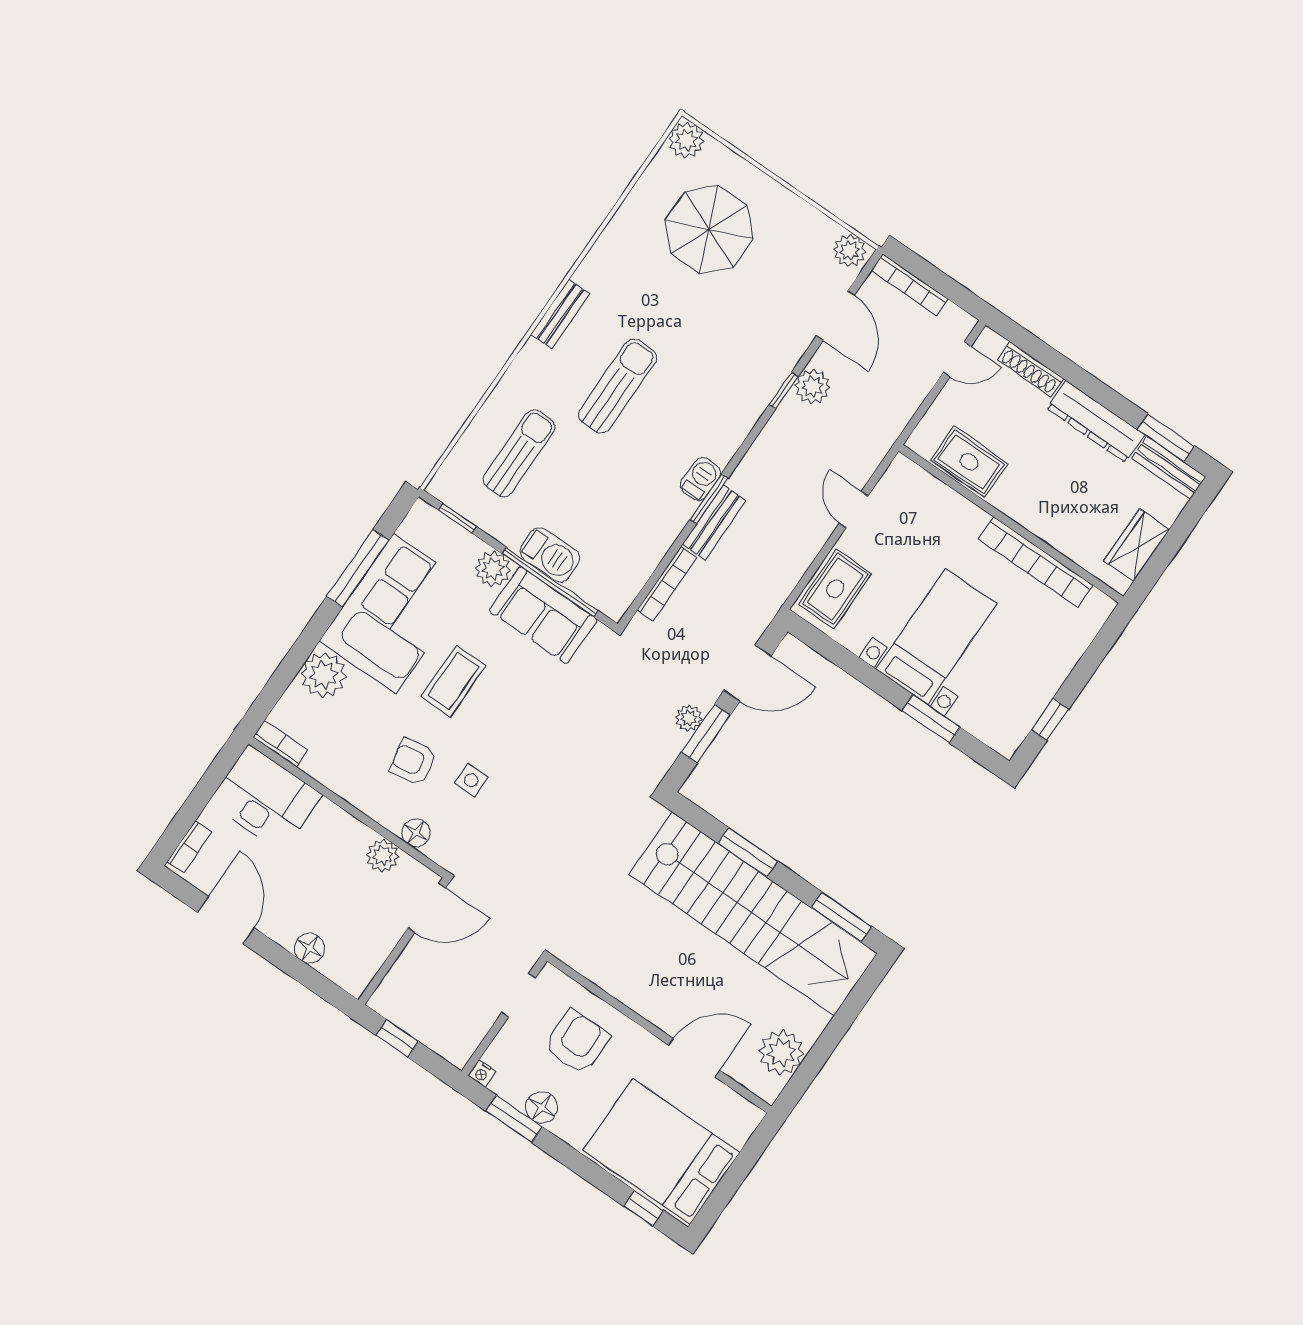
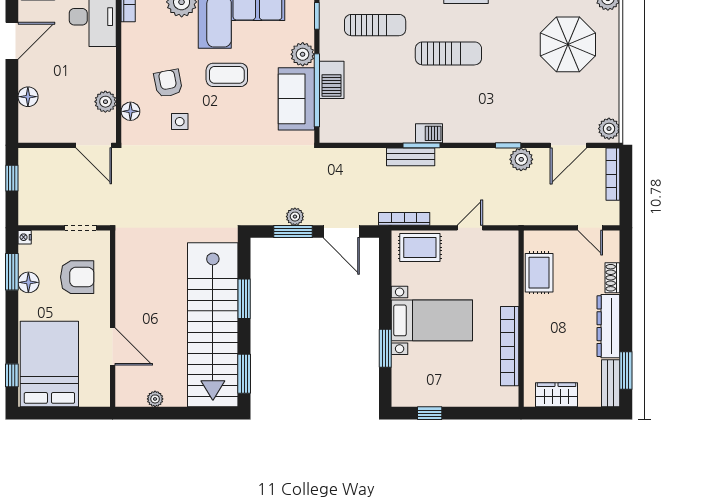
shoe rack: (1031, 369) -> (612, 278), width x0.70
bookcase: (667, 584) -> (404, 219), moved, turned 180
plant: (781, 1052) -> (155, 399), width x0.53, depth x0.53

